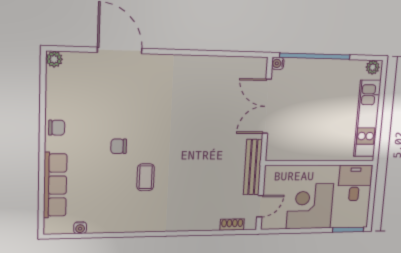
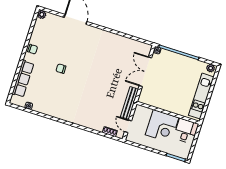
coffee table: (146, 177) -> (70, 90), removed
door: (260, 206) -> (128, 126), swing flipped
corner desk: (310, 206) -> (162, 126), moved, turned 180

